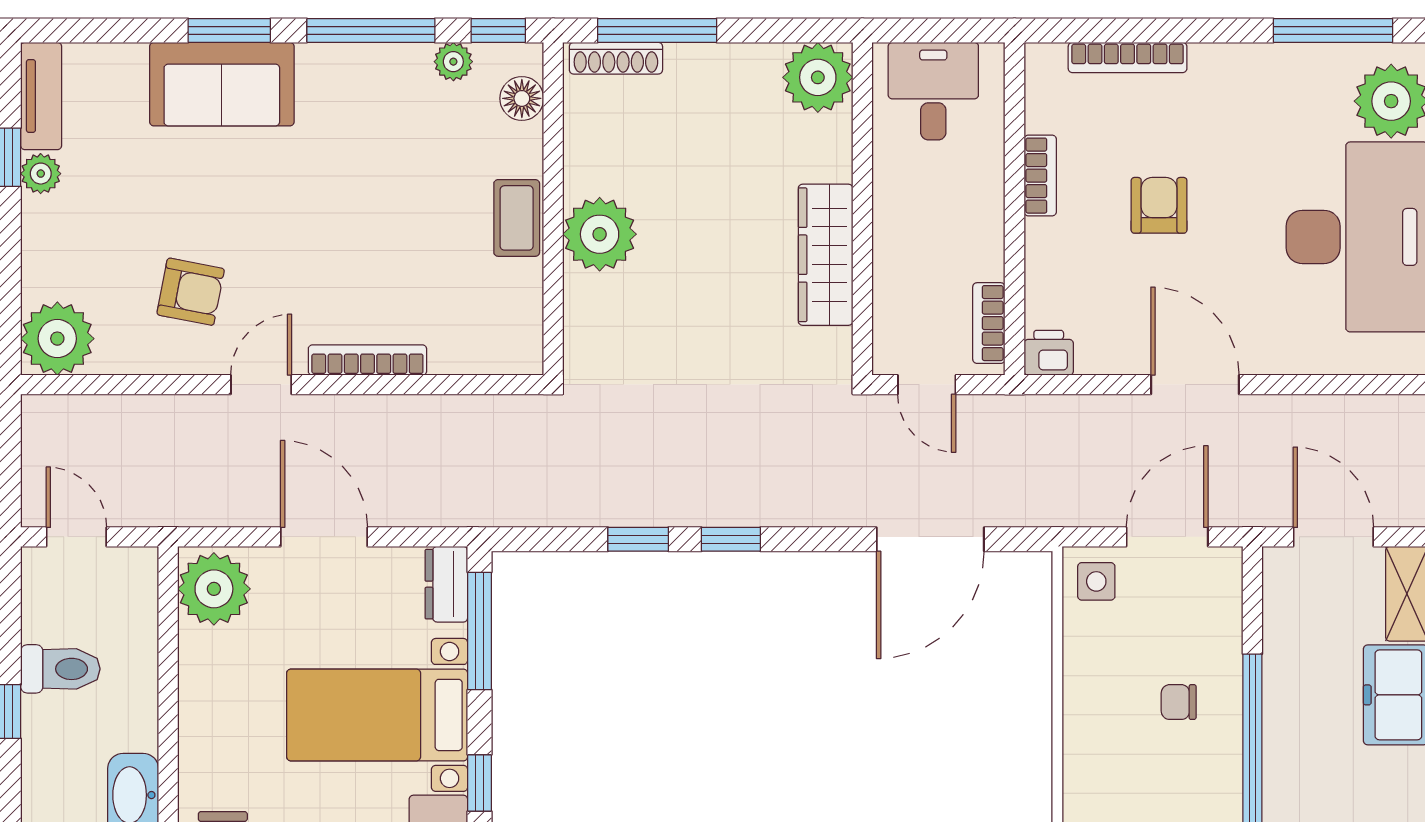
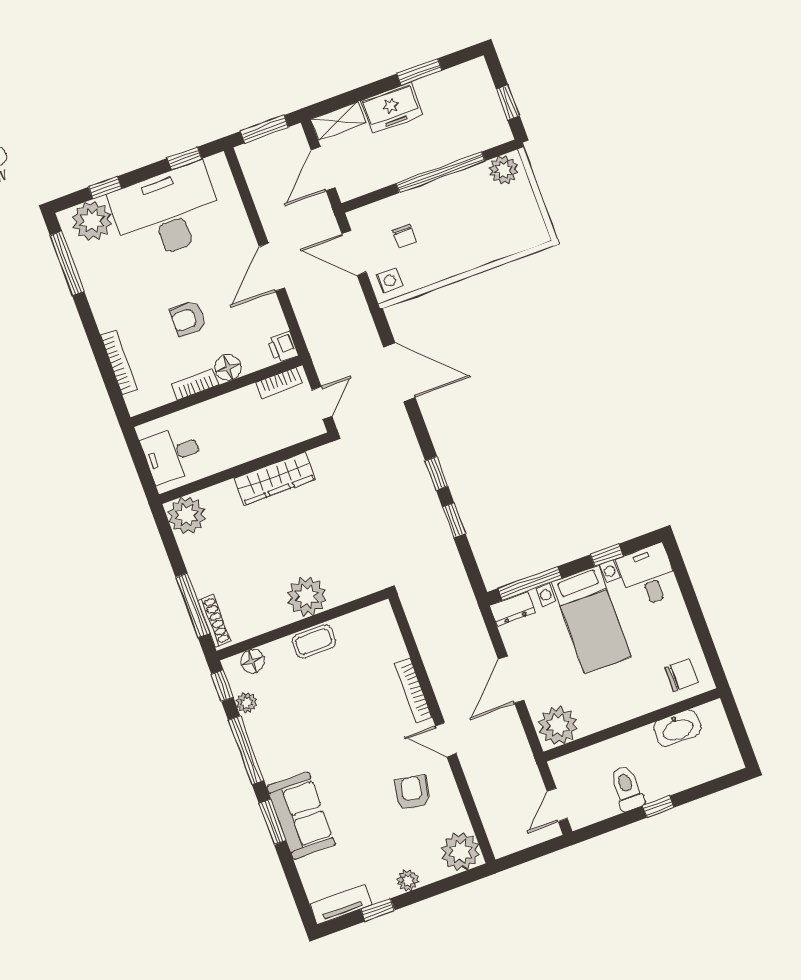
plant: (41, 174) -> (408, 880), moved
floor lamp: (1048, 244) -> (228, 368), added
chair: (1179, 702) -> (405, 236), moved

